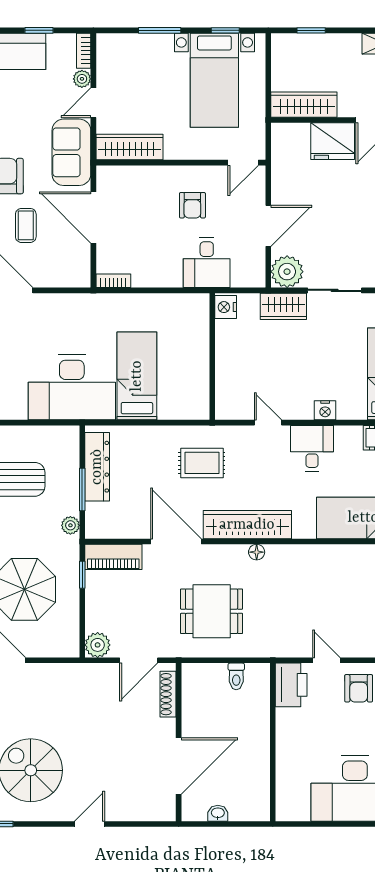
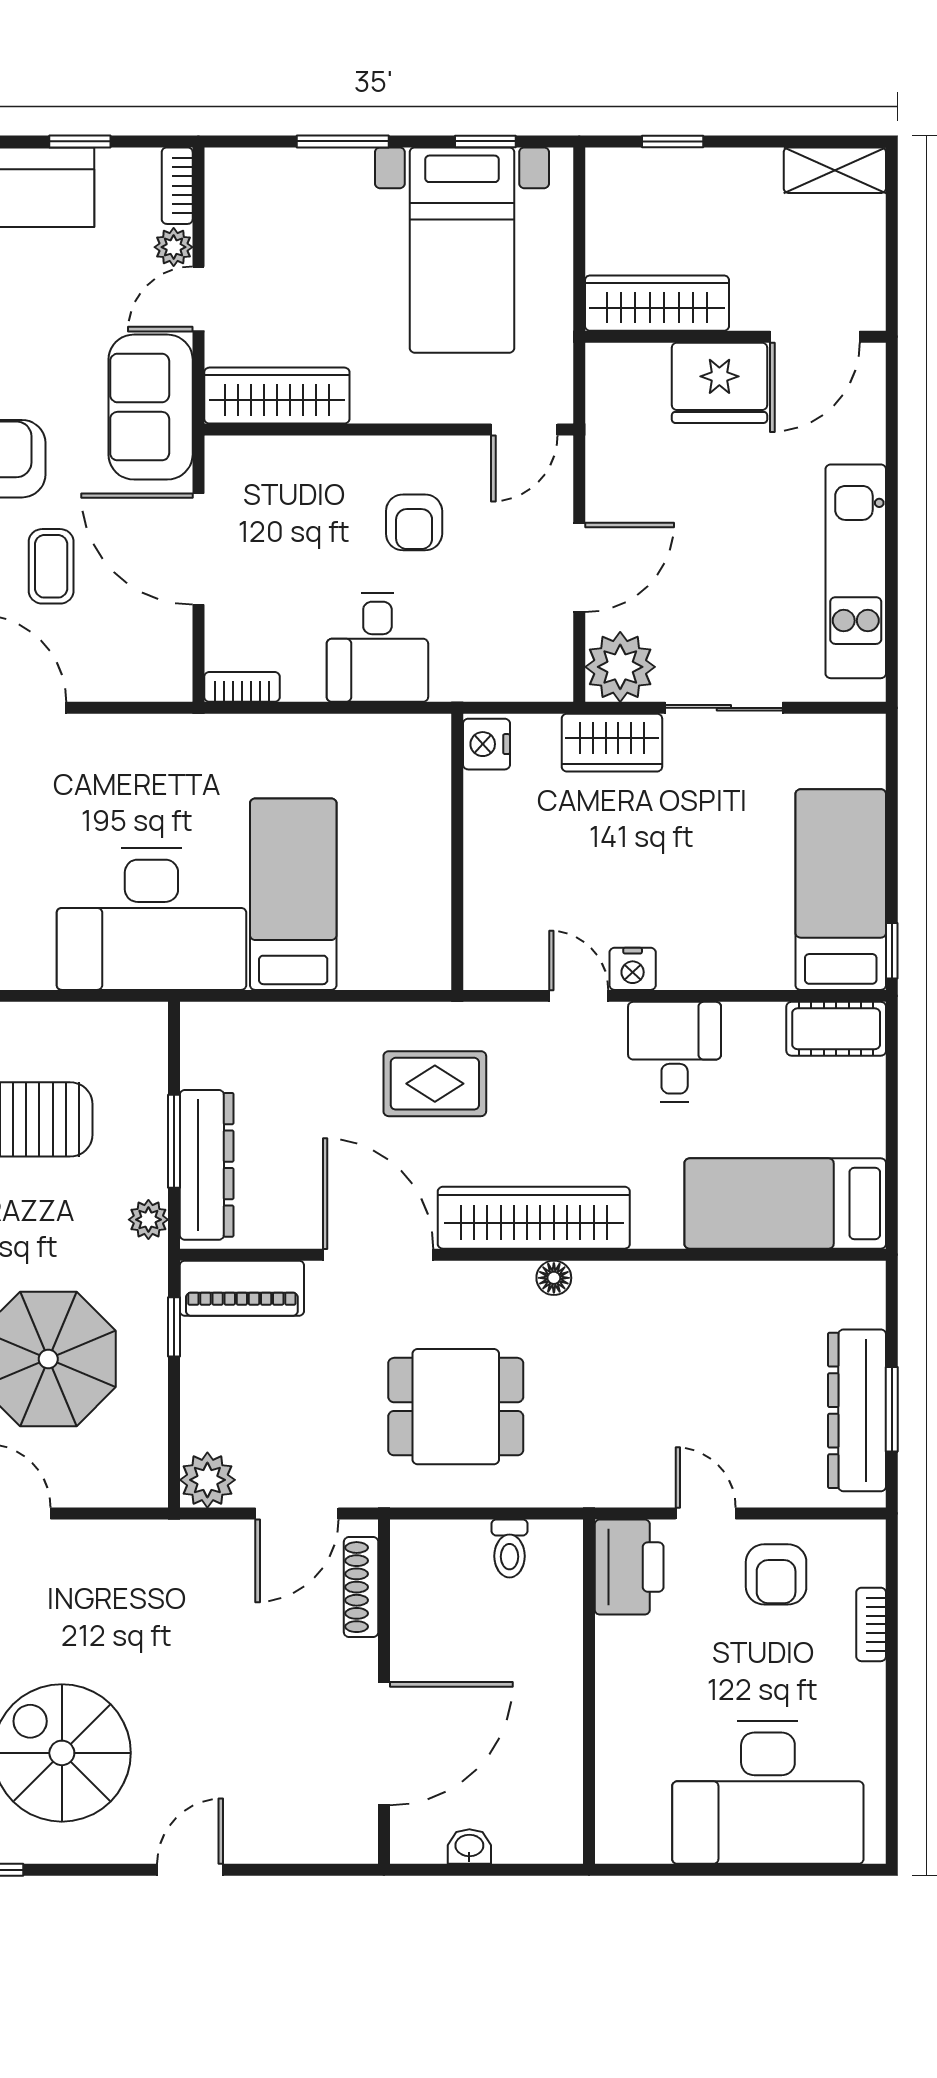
desk: (207, 263) -> (377, 647), moved
nightstand: (325, 410) -> (633, 969), moved
dresser: (97, 467) -> (207, 1165), moved

